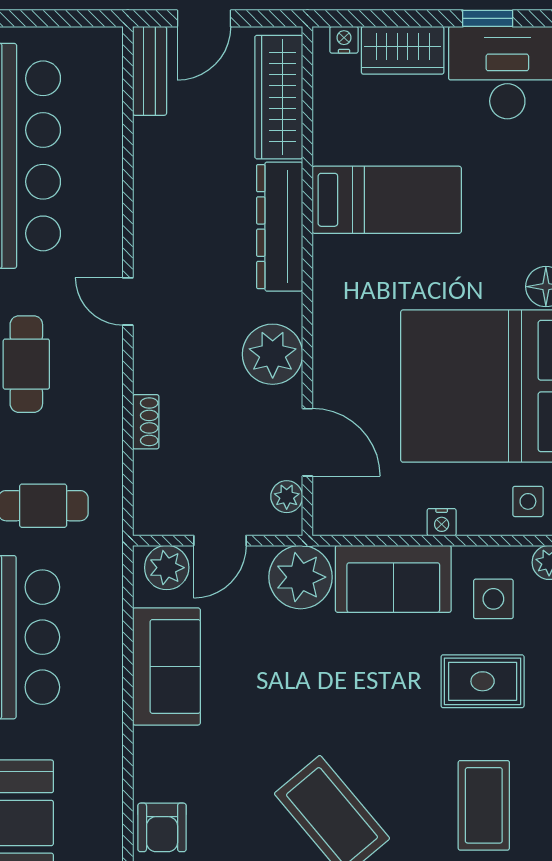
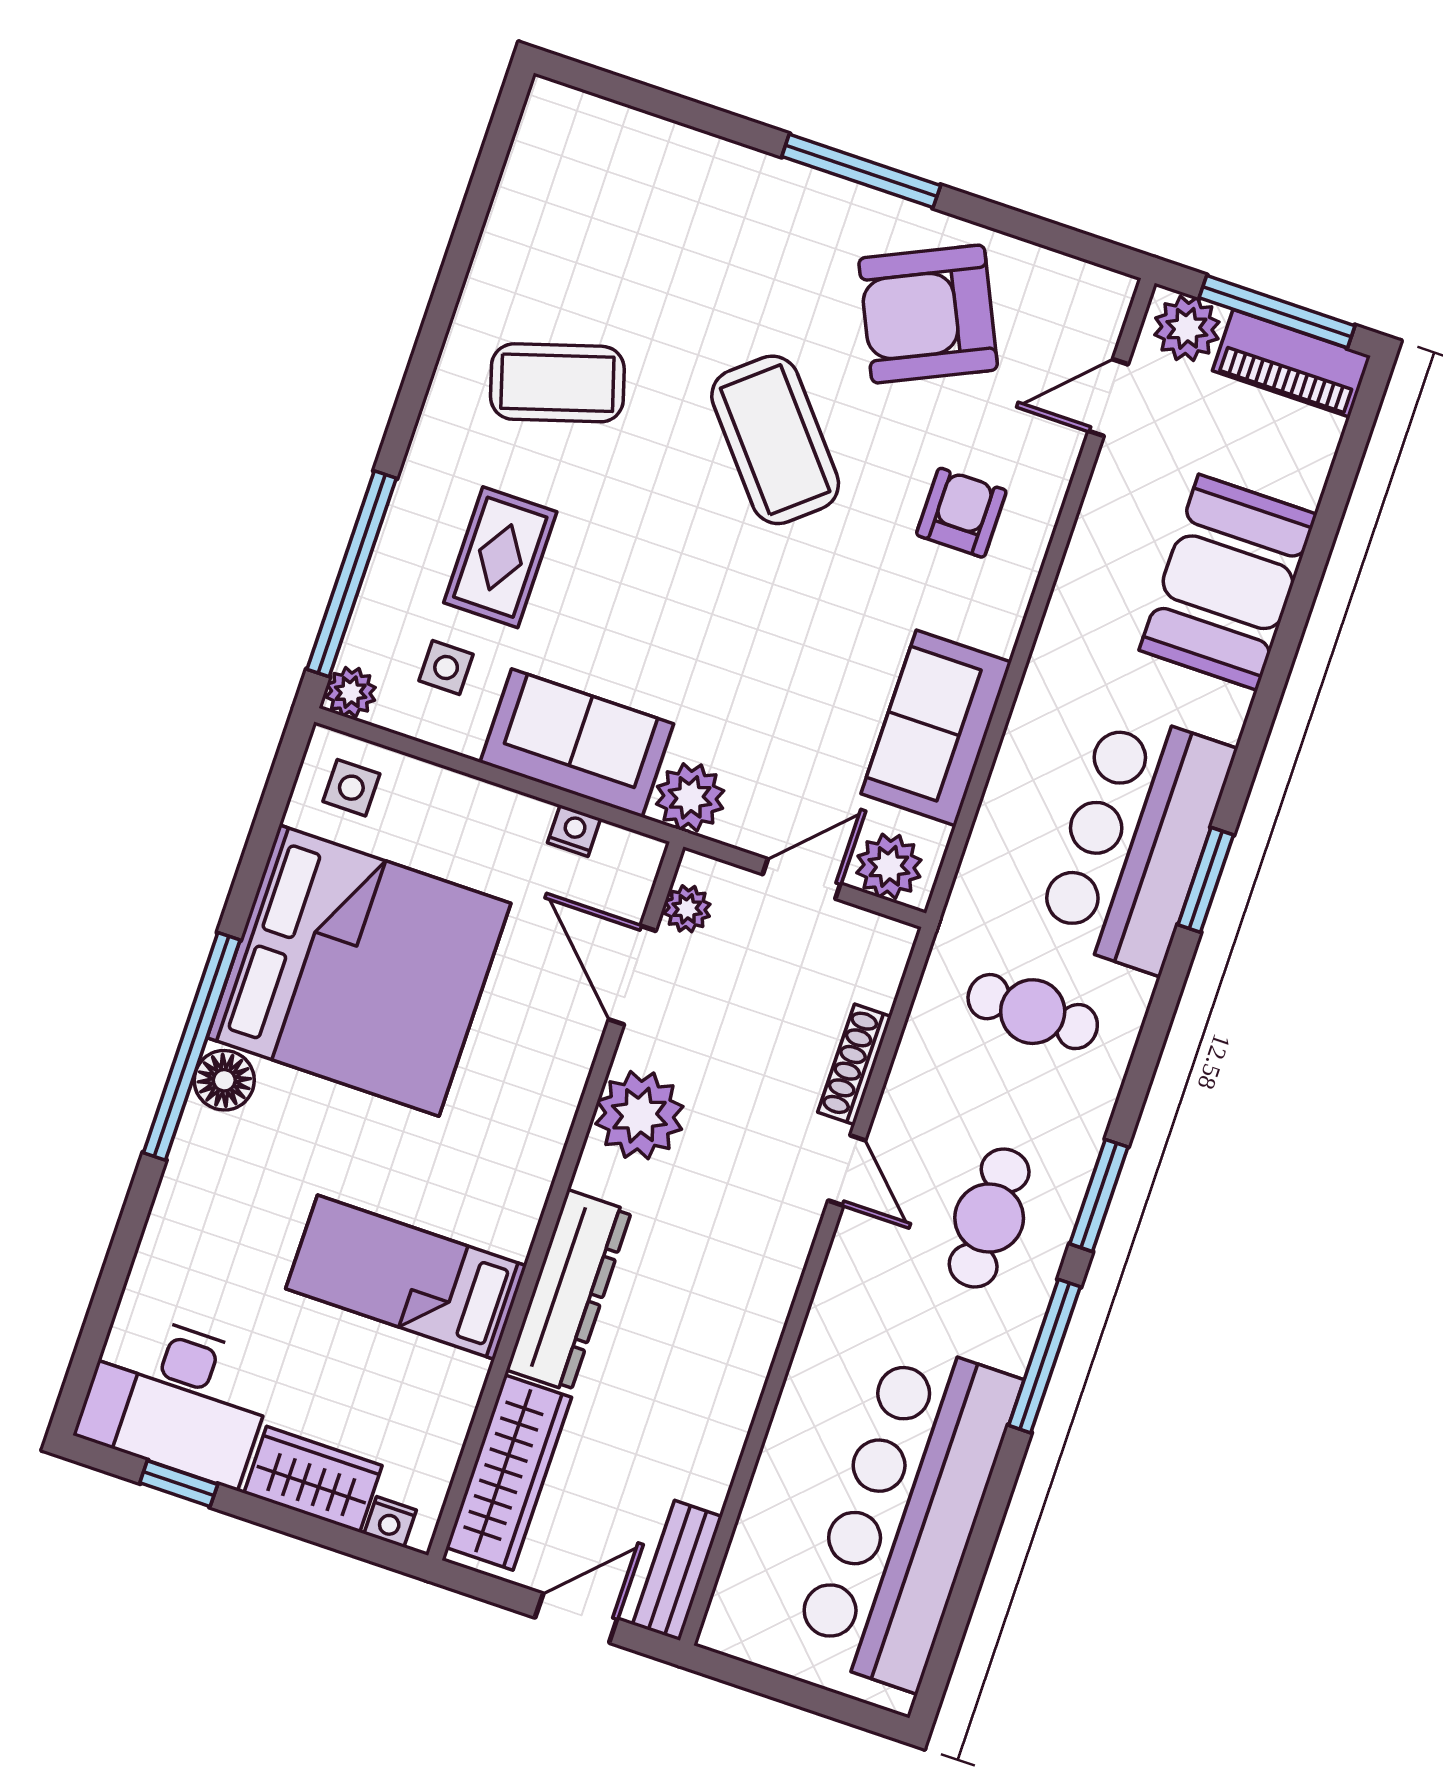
door: (128, 301) -> (847, 1170), moved
shoe rack: (146, 422) -> (855, 1064), width x1.43
nightstand: (442, 522) -> (574, 831), moved
plant: (301, 577) -> (690, 797), width x0.73, depth x0.73
side table: (493, 599) -> (446, 667), width x0.73, depth x0.73
rug: (483, 681) -> (500, 557), turned 90
coffee table: (484, 805) -> (557, 383), turned 73
armchair: (162, 827) -> (961, 513), moved

